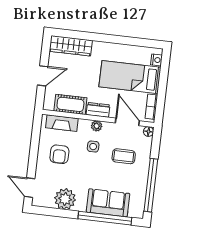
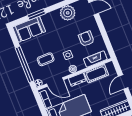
window: (151, 185) -> (24, 64), moved
sofa: (108, 203) -> (29, 29), moved
window: (105, 218) -> (36, 14), width x0.47

